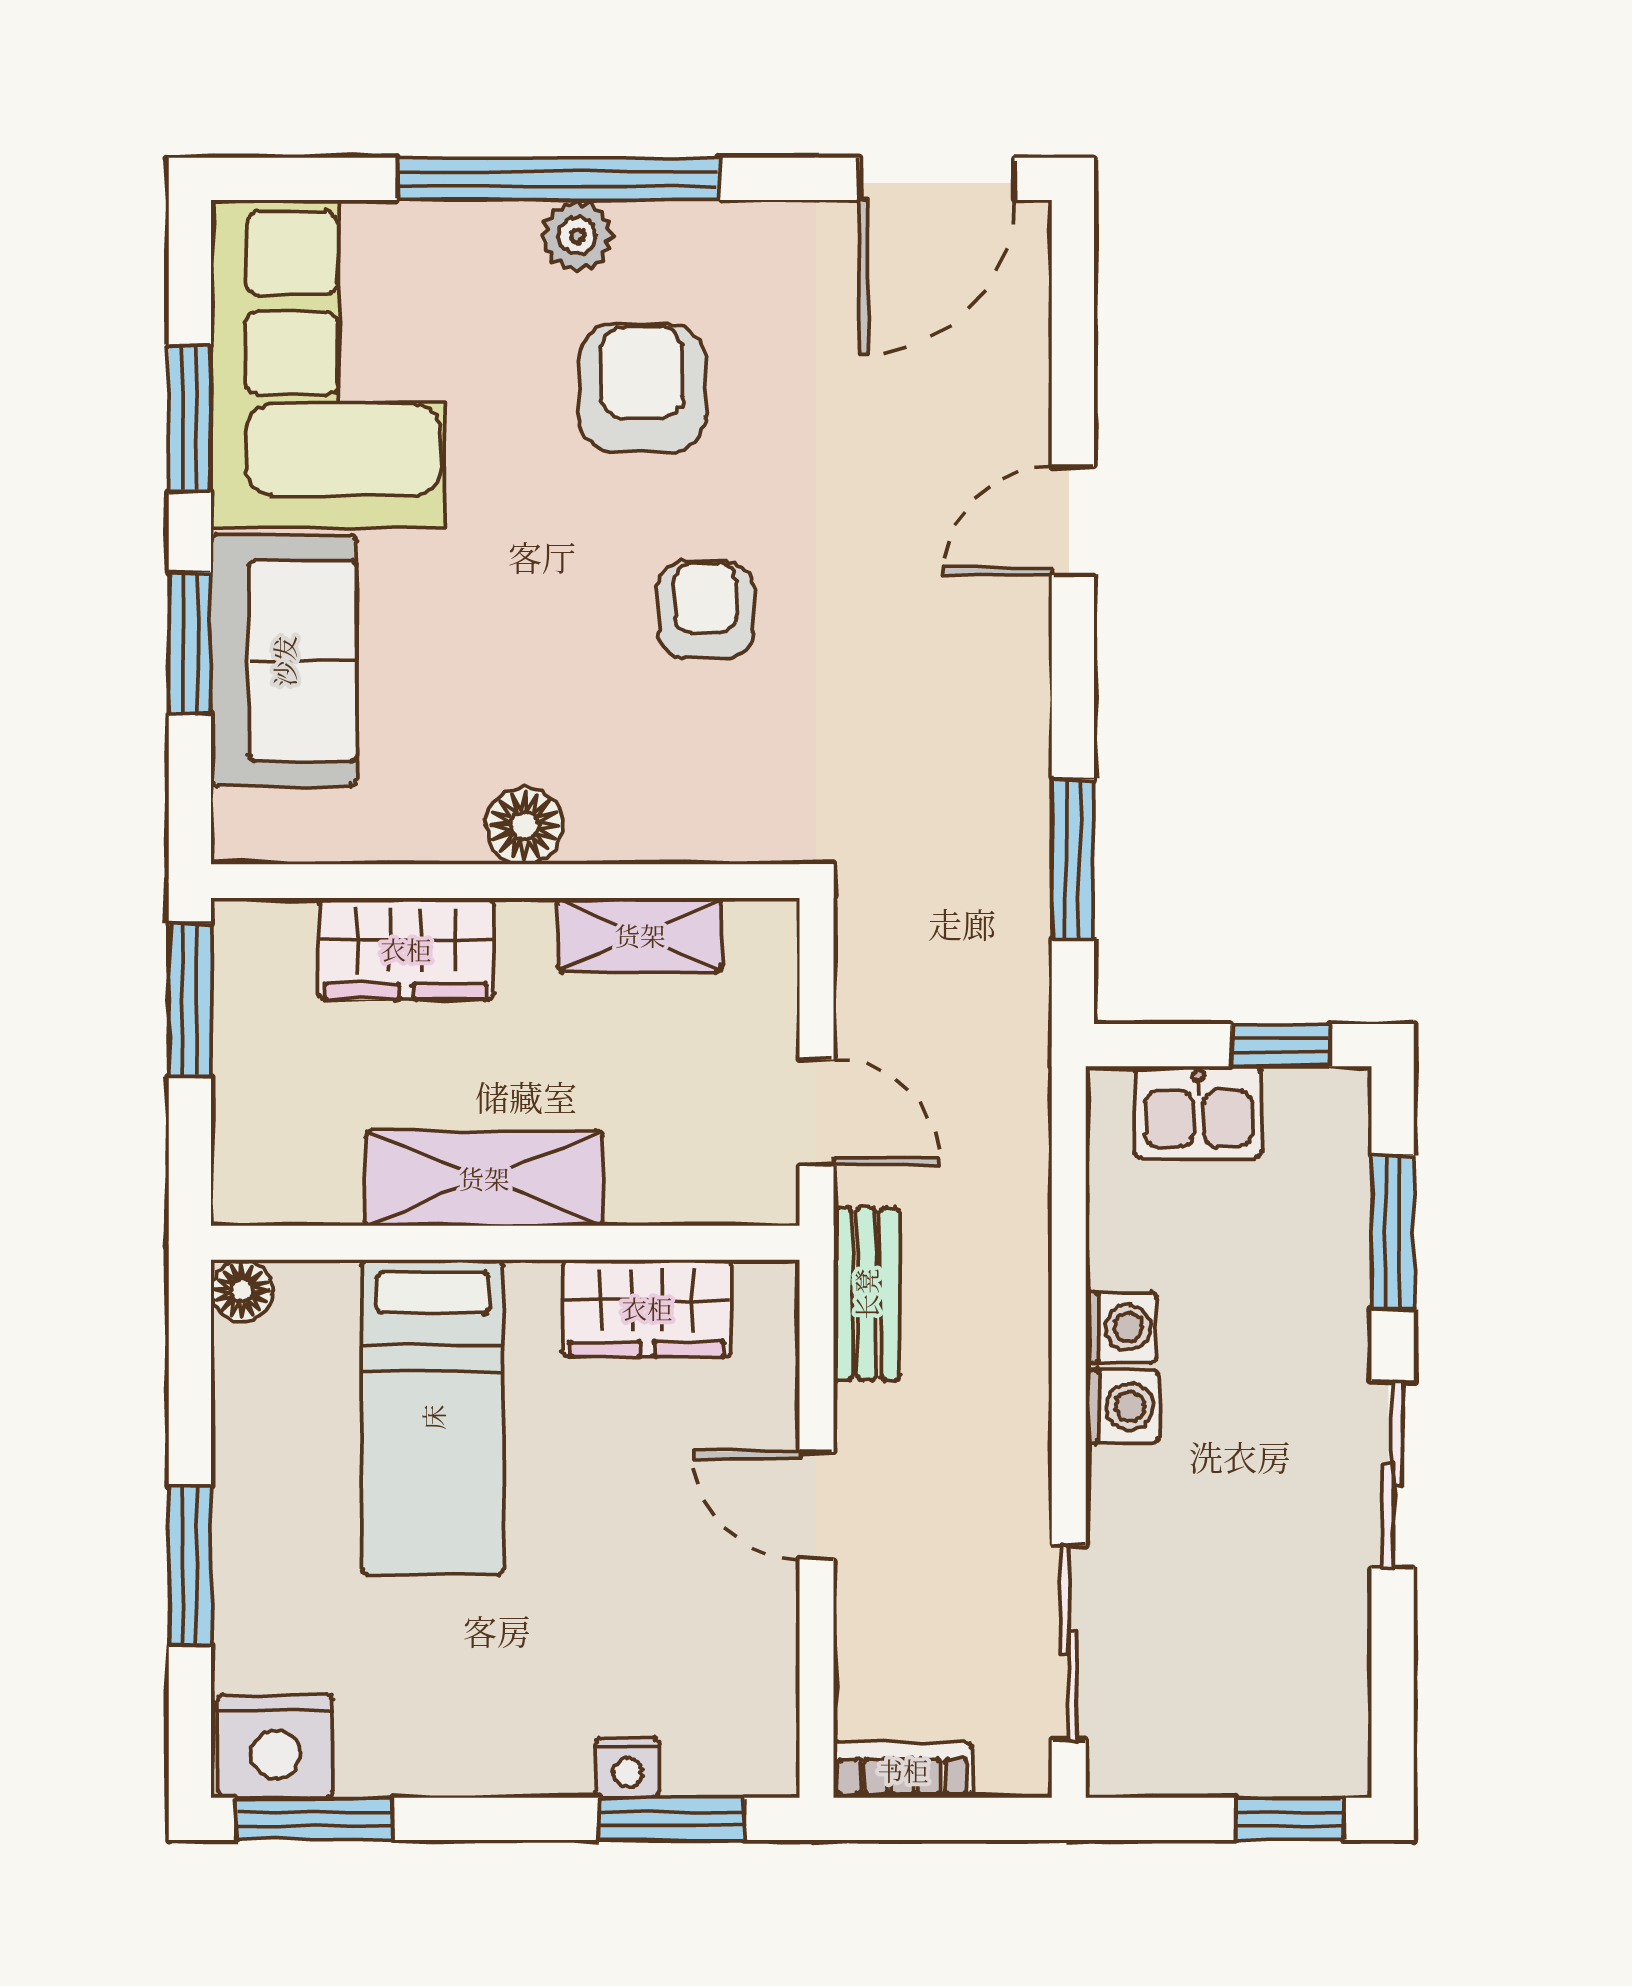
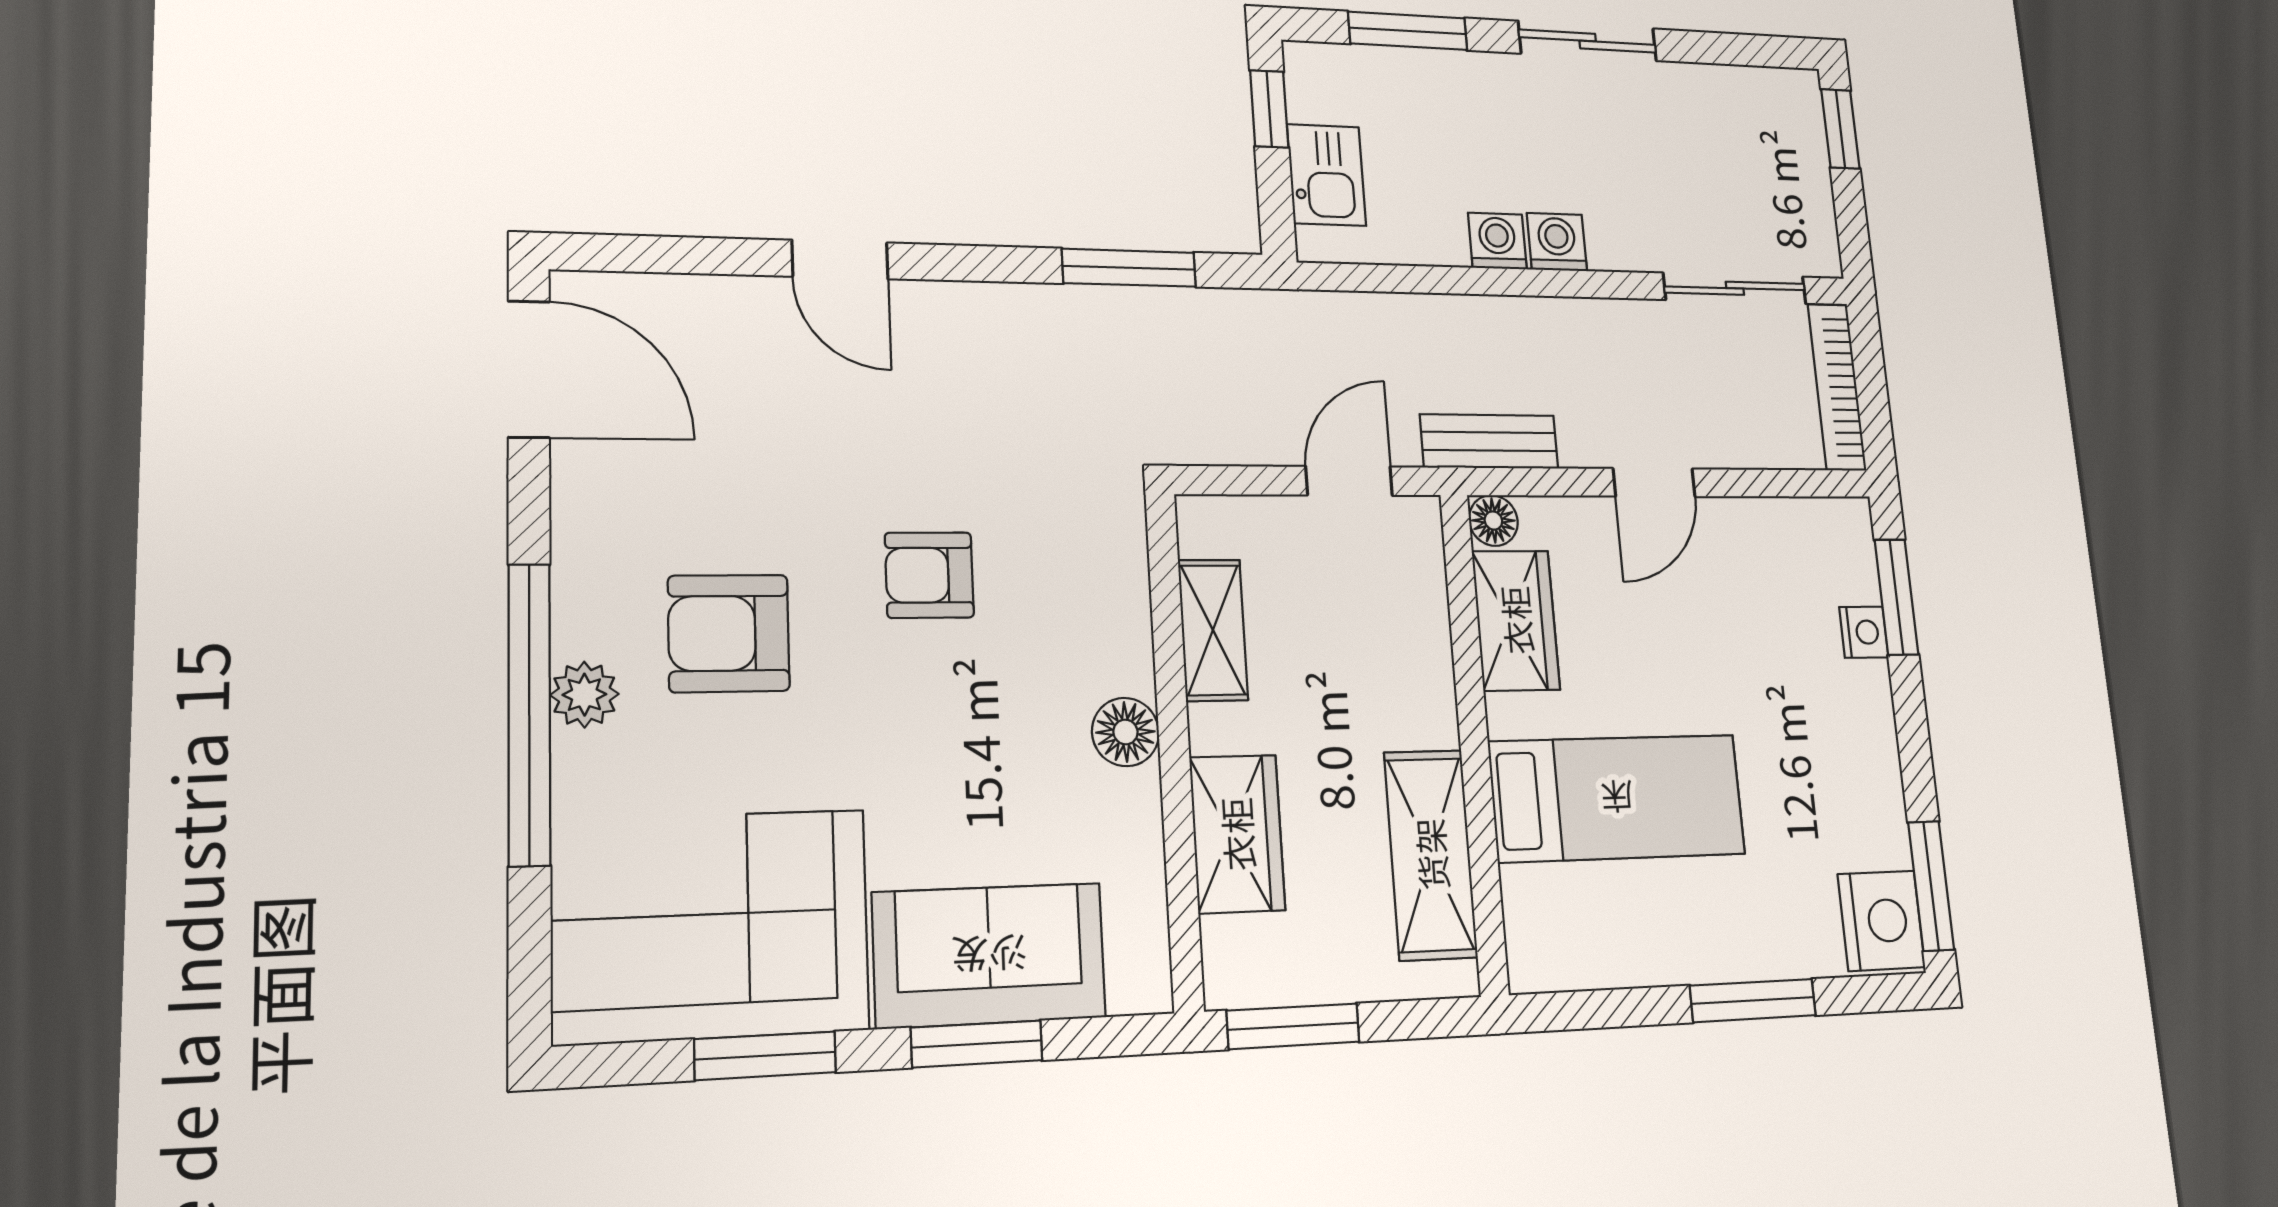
shelving: (484, 1178) -> (1431, 854), moved
floor lamp: (242, 1291) -> (1493, 521), moved
bookcase: (903, 1770) -> (1837, 387), width x1.56

